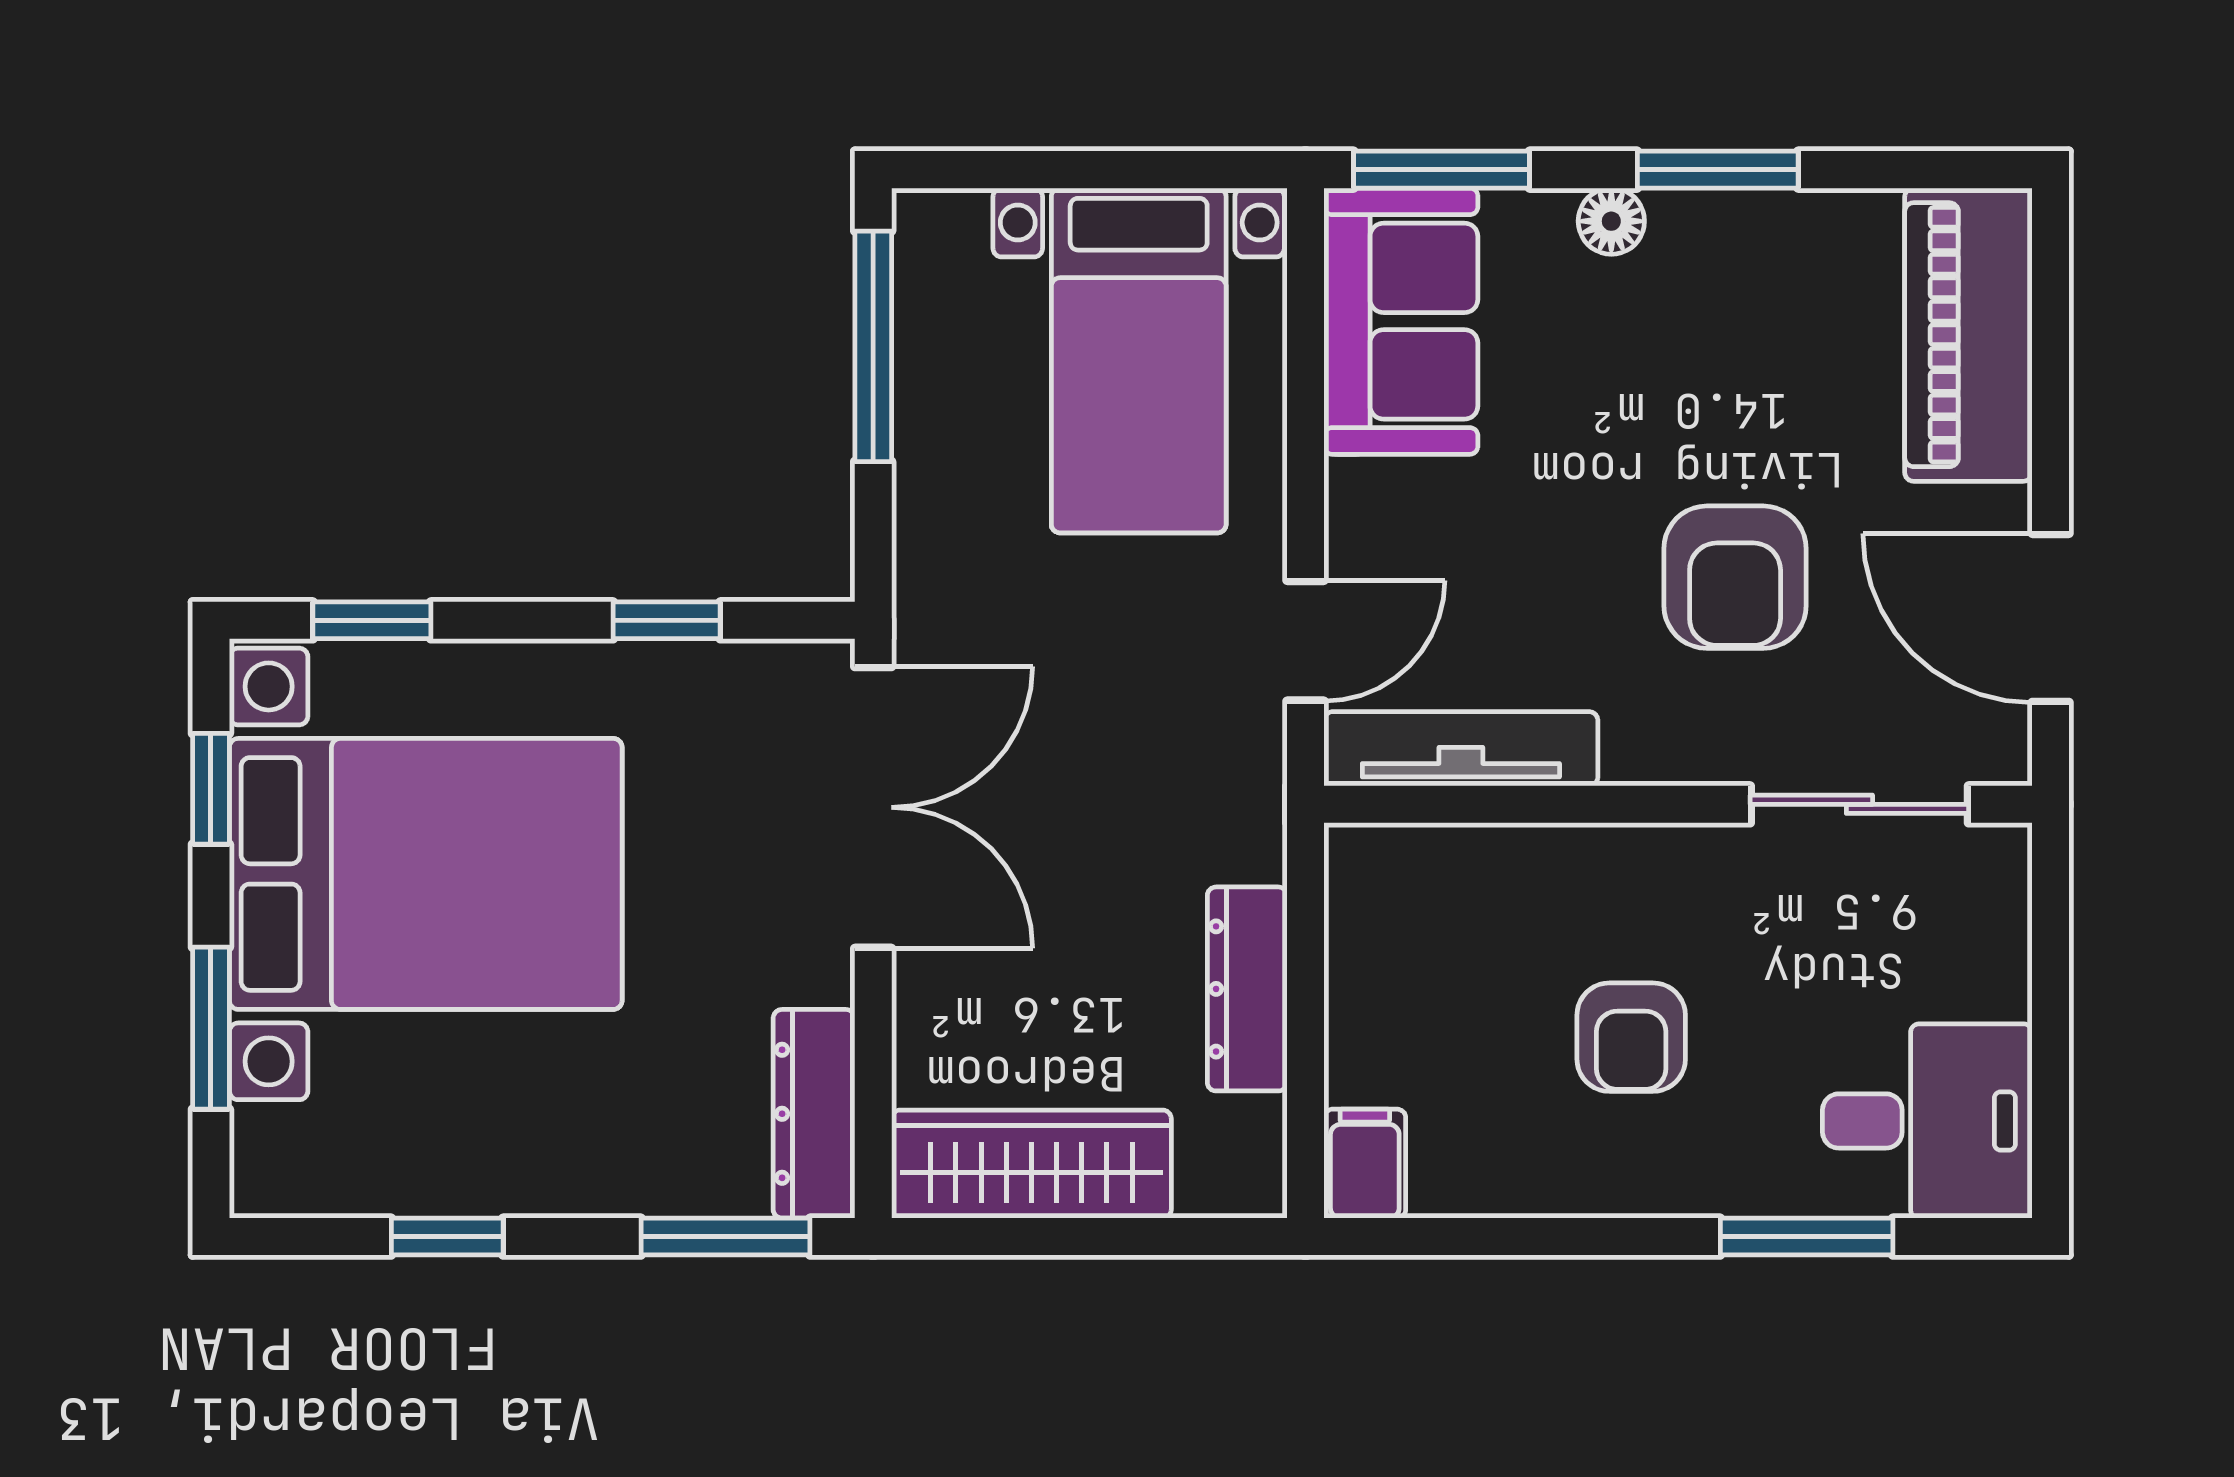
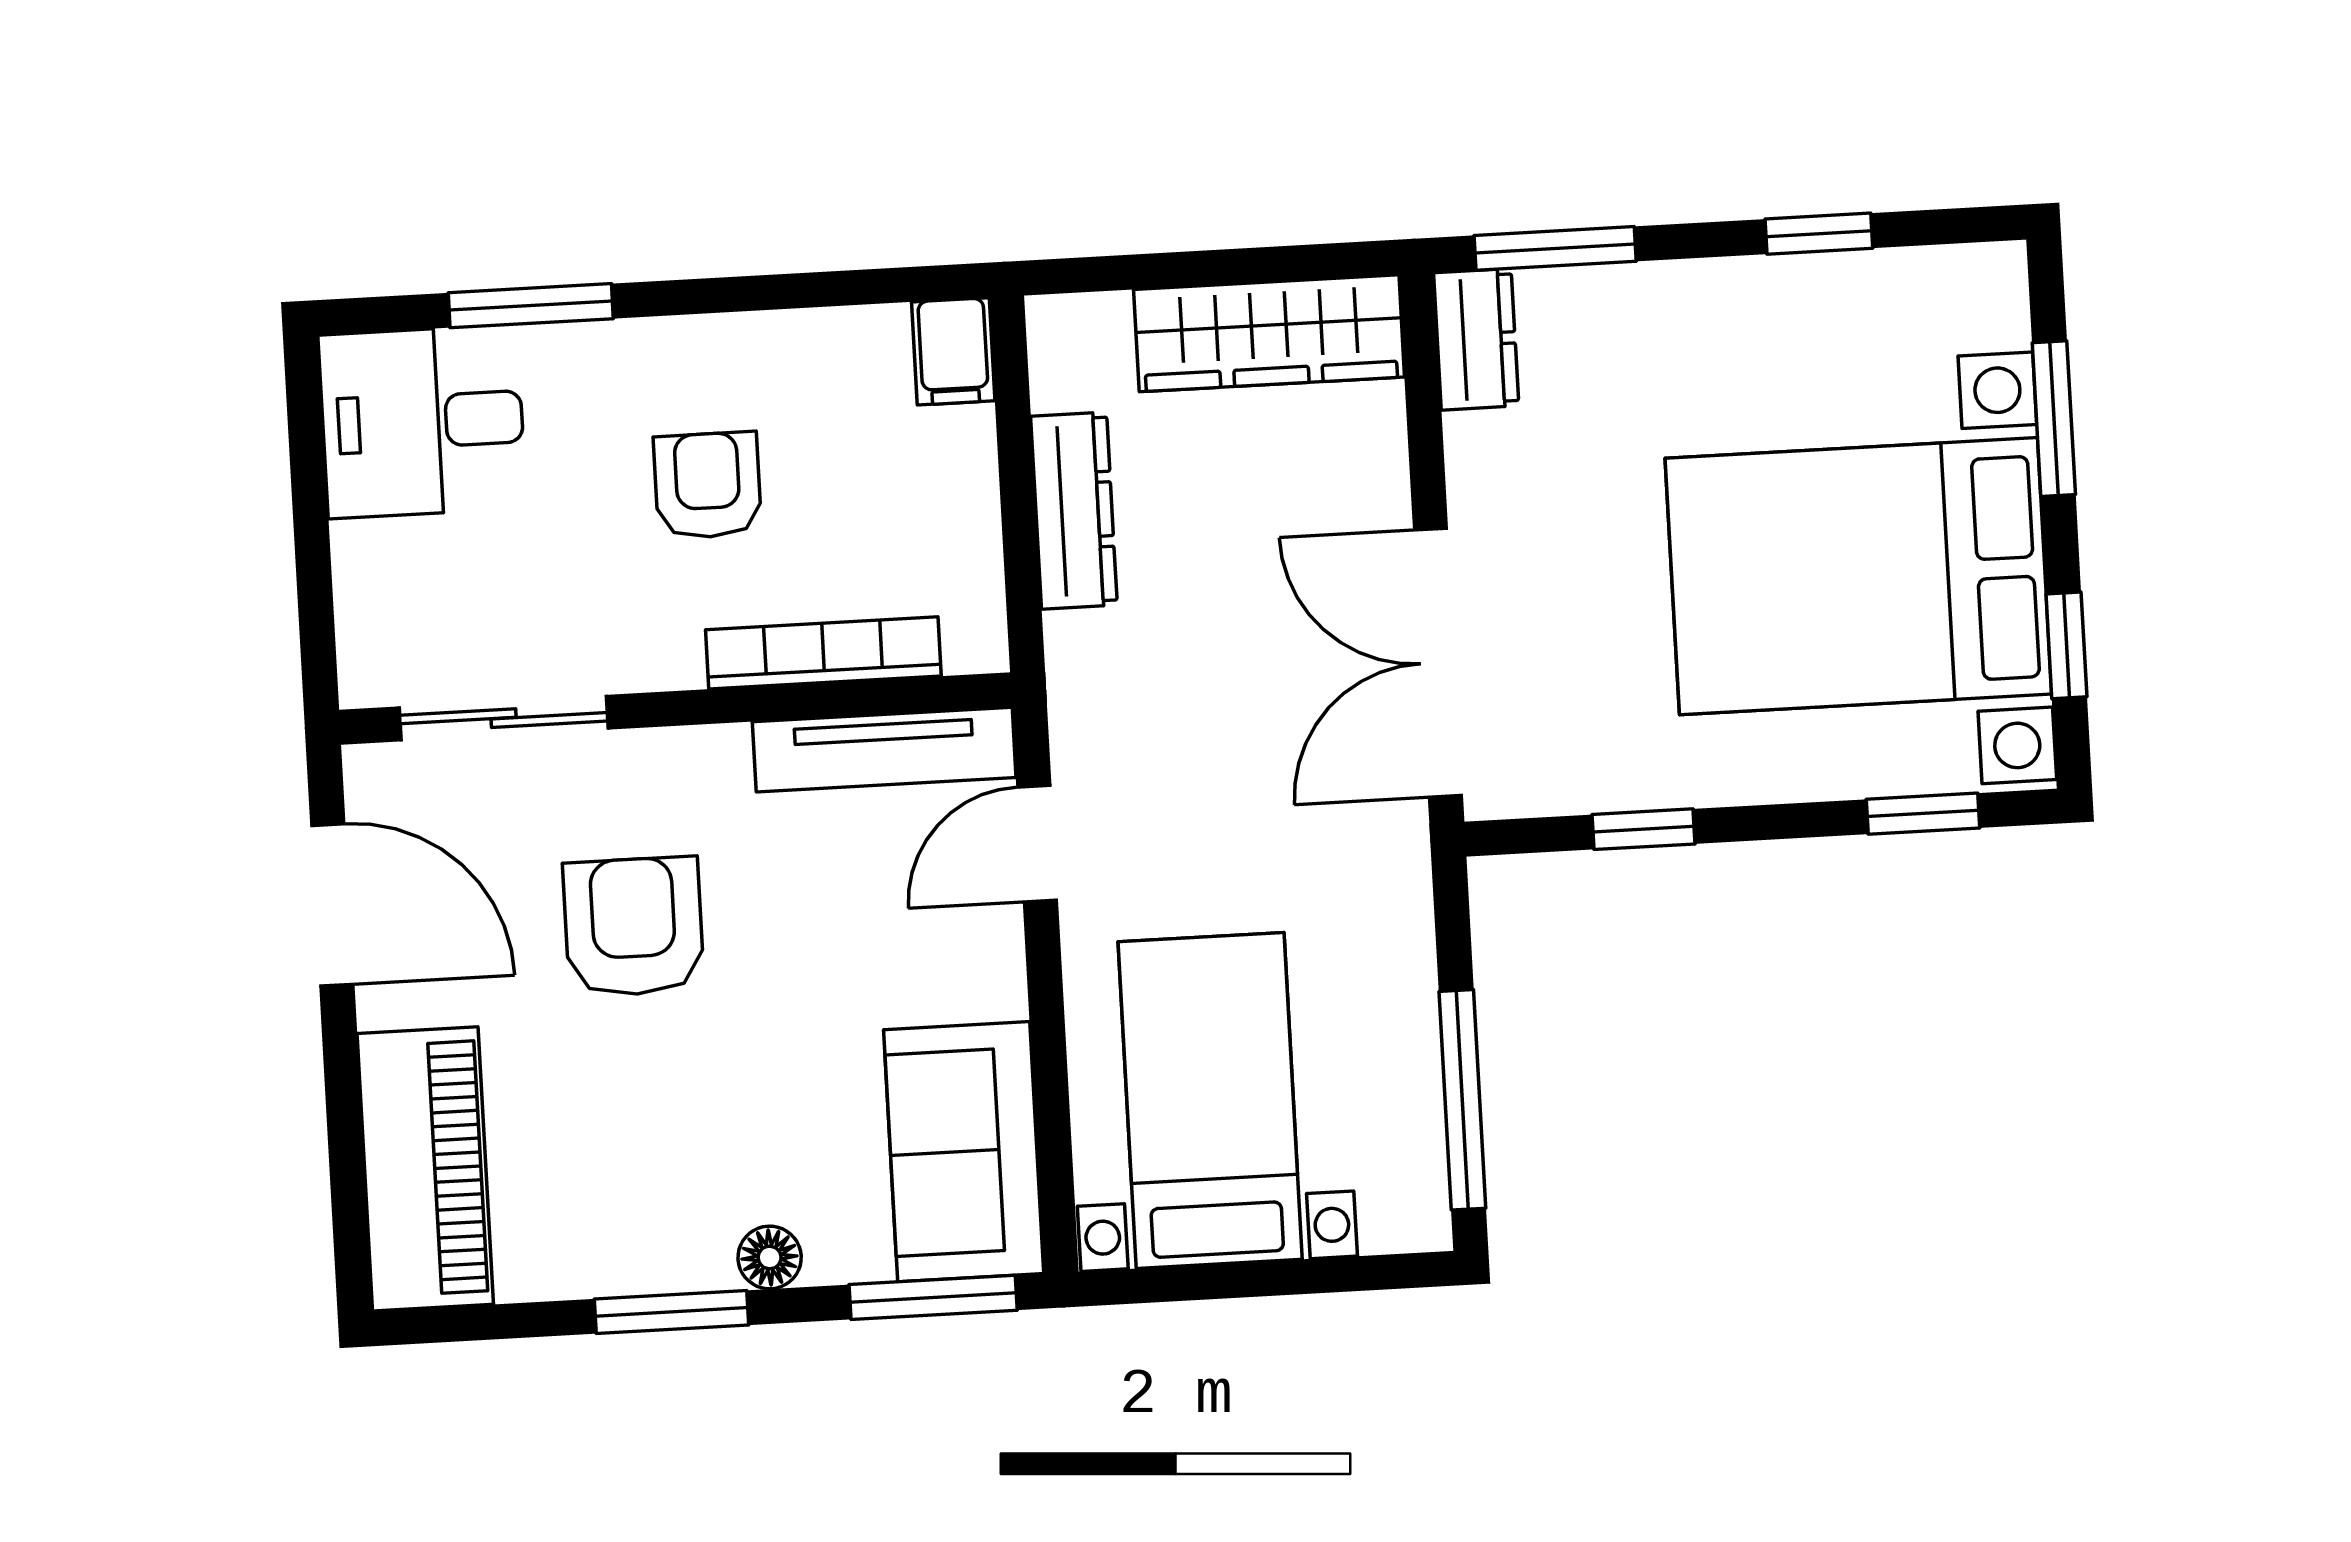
bookcase: (1519, 854) -> (823, 653), added
dresser: (814, 1114) -> (1476, 339), width x0.70

